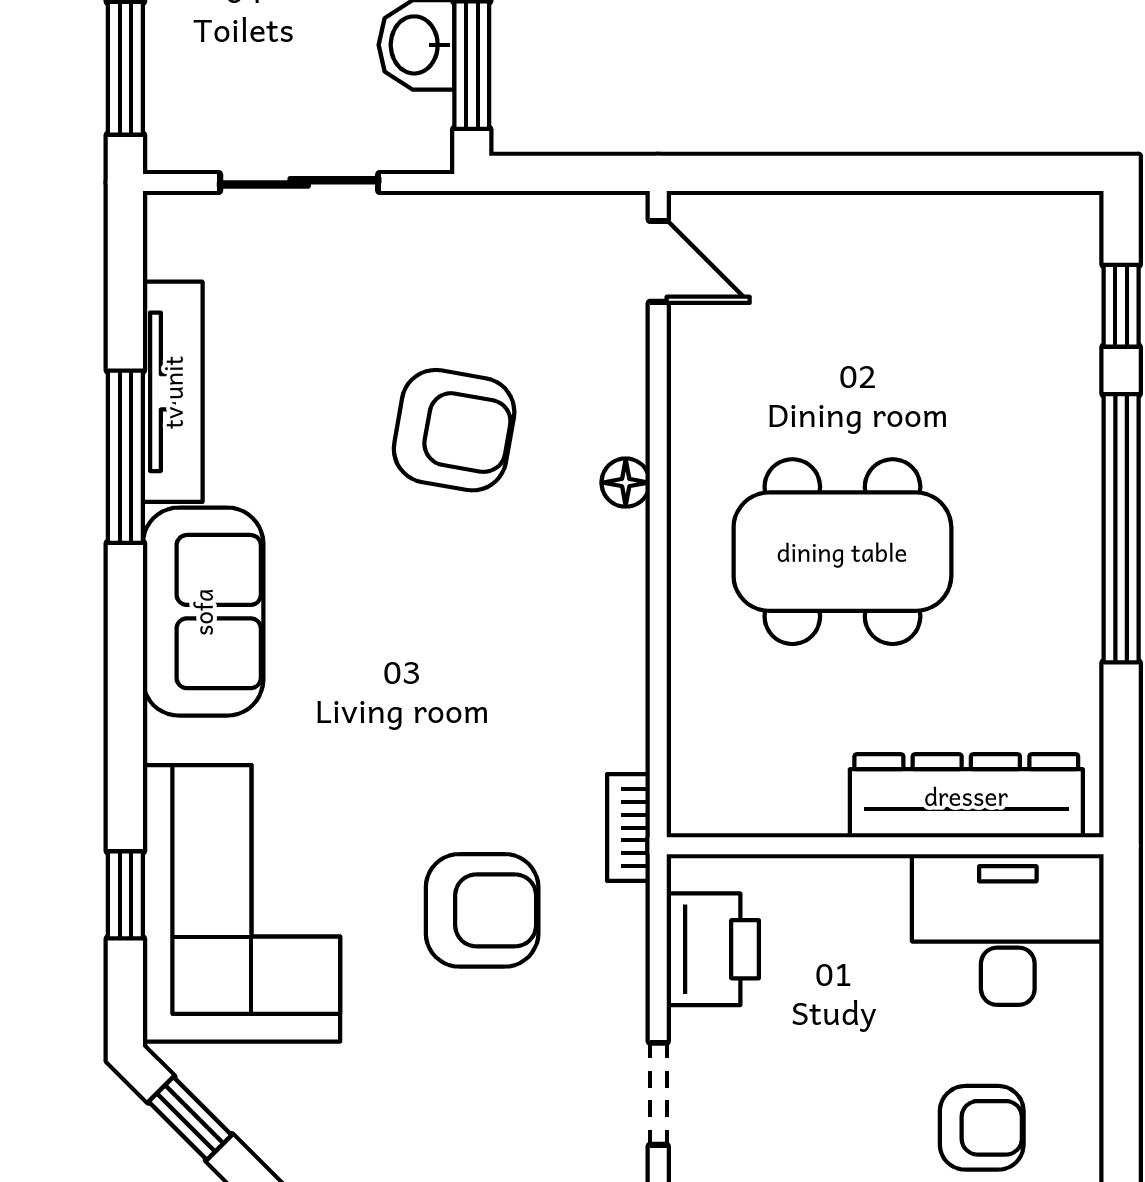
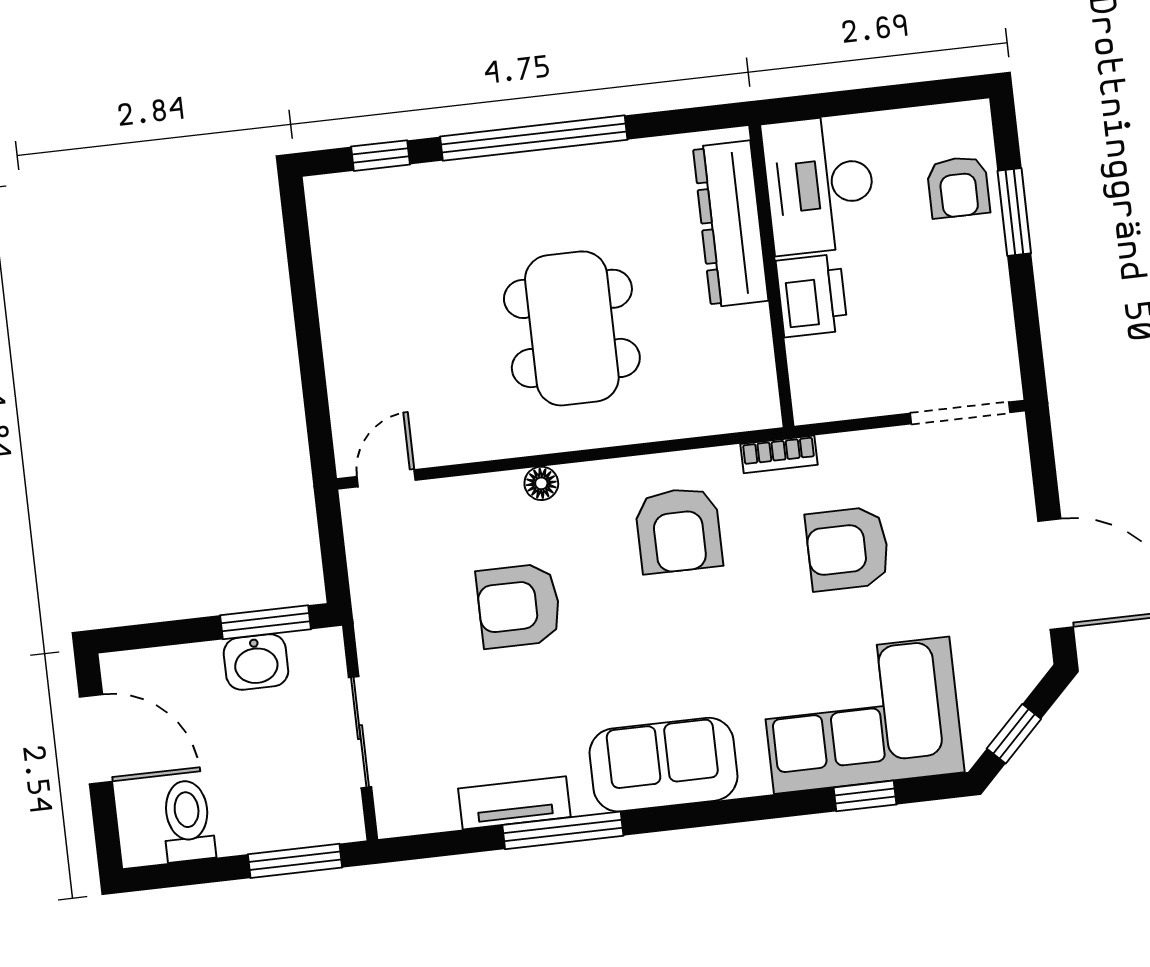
tv unit: (173, 392) -> (514, 803), width x0.71
armchair: (454, 430) -> (519, 606), turned -100
armchair: (536, 672) -> (679, 530), added
armchair: (482, 910) -> (848, 549), turned -90
printer: (713, 949) -> (812, 295), moved, turned 90
doorway: (658, 1094) -> (960, 413), width x1.38
armchair: (982, 1128) -> (958, 187), turned 180

